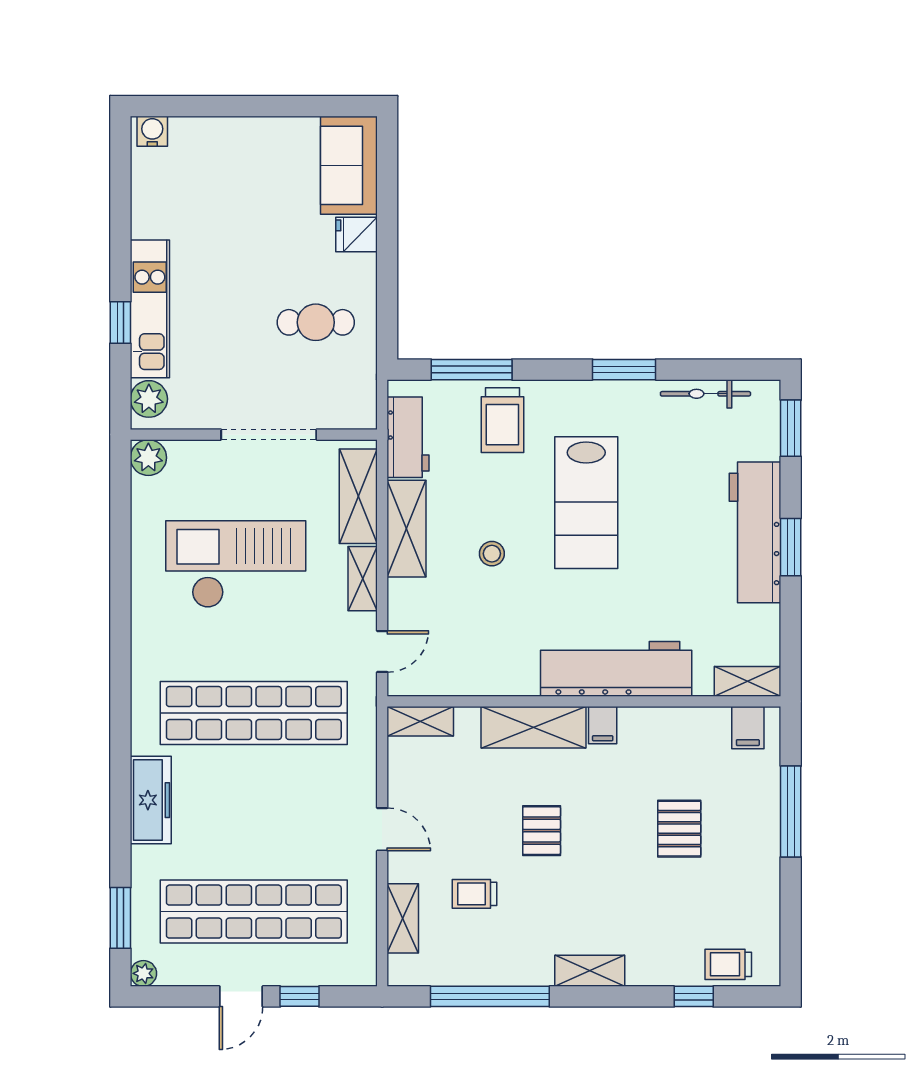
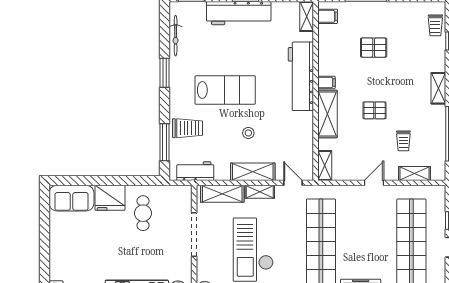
fridge: (356, 234) -> (110, 198), width x1.88, depth x1.34
shelving: (407, 529) -> (253, 172), moved

